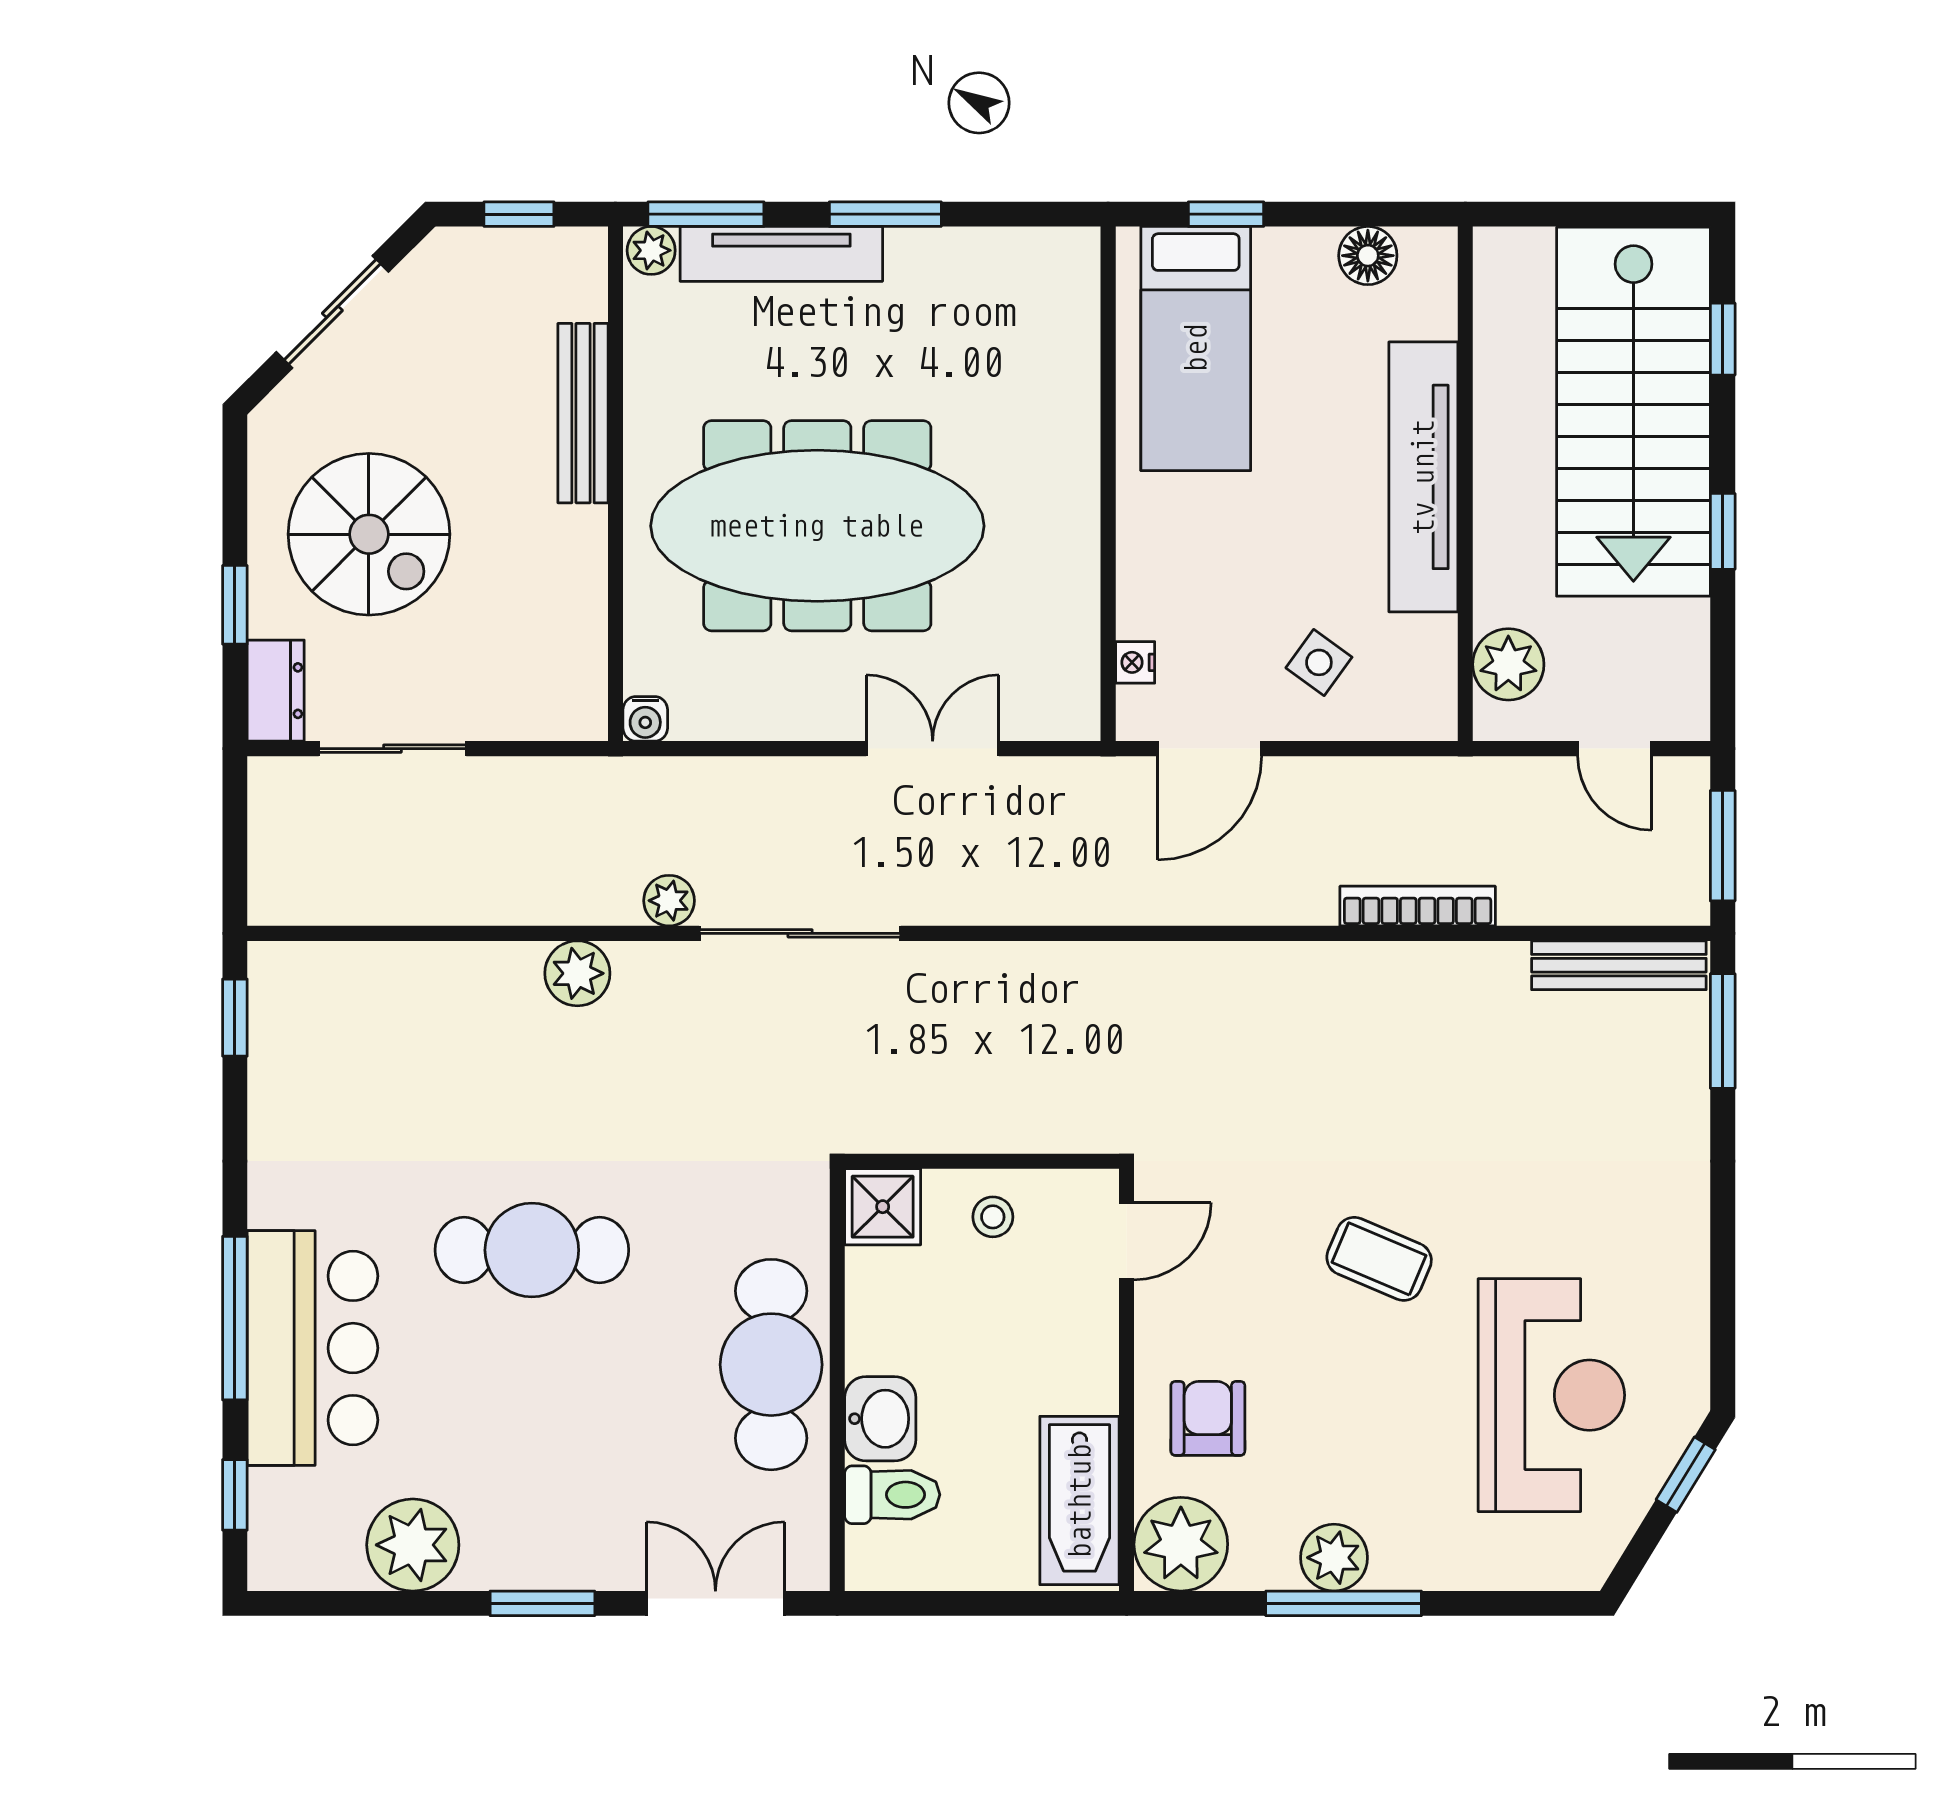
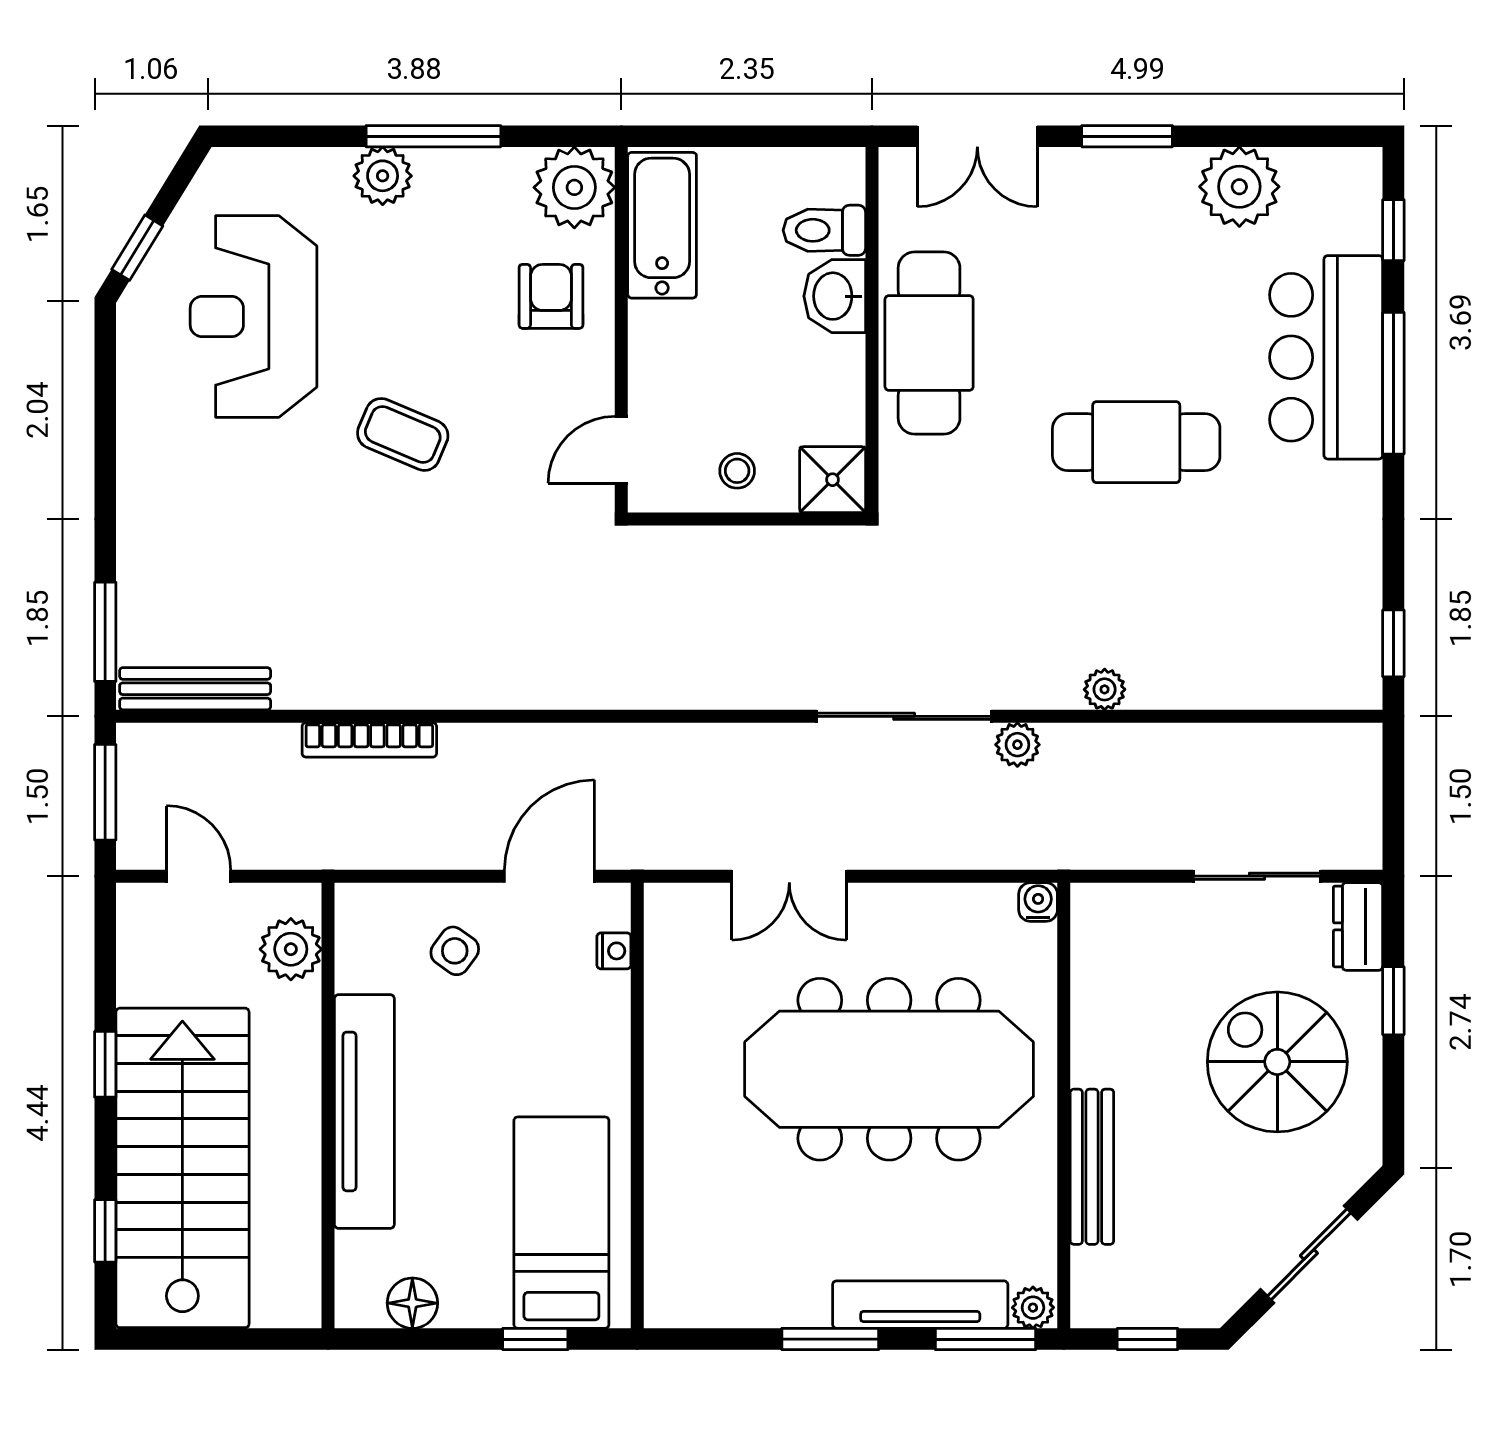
plant: (577, 973) -> (1105, 689), width x0.73, depth x0.73
armchair: (1208, 1418) -> (551, 296), turned 180
plant: (1334, 1558) -> (383, 176), moved

